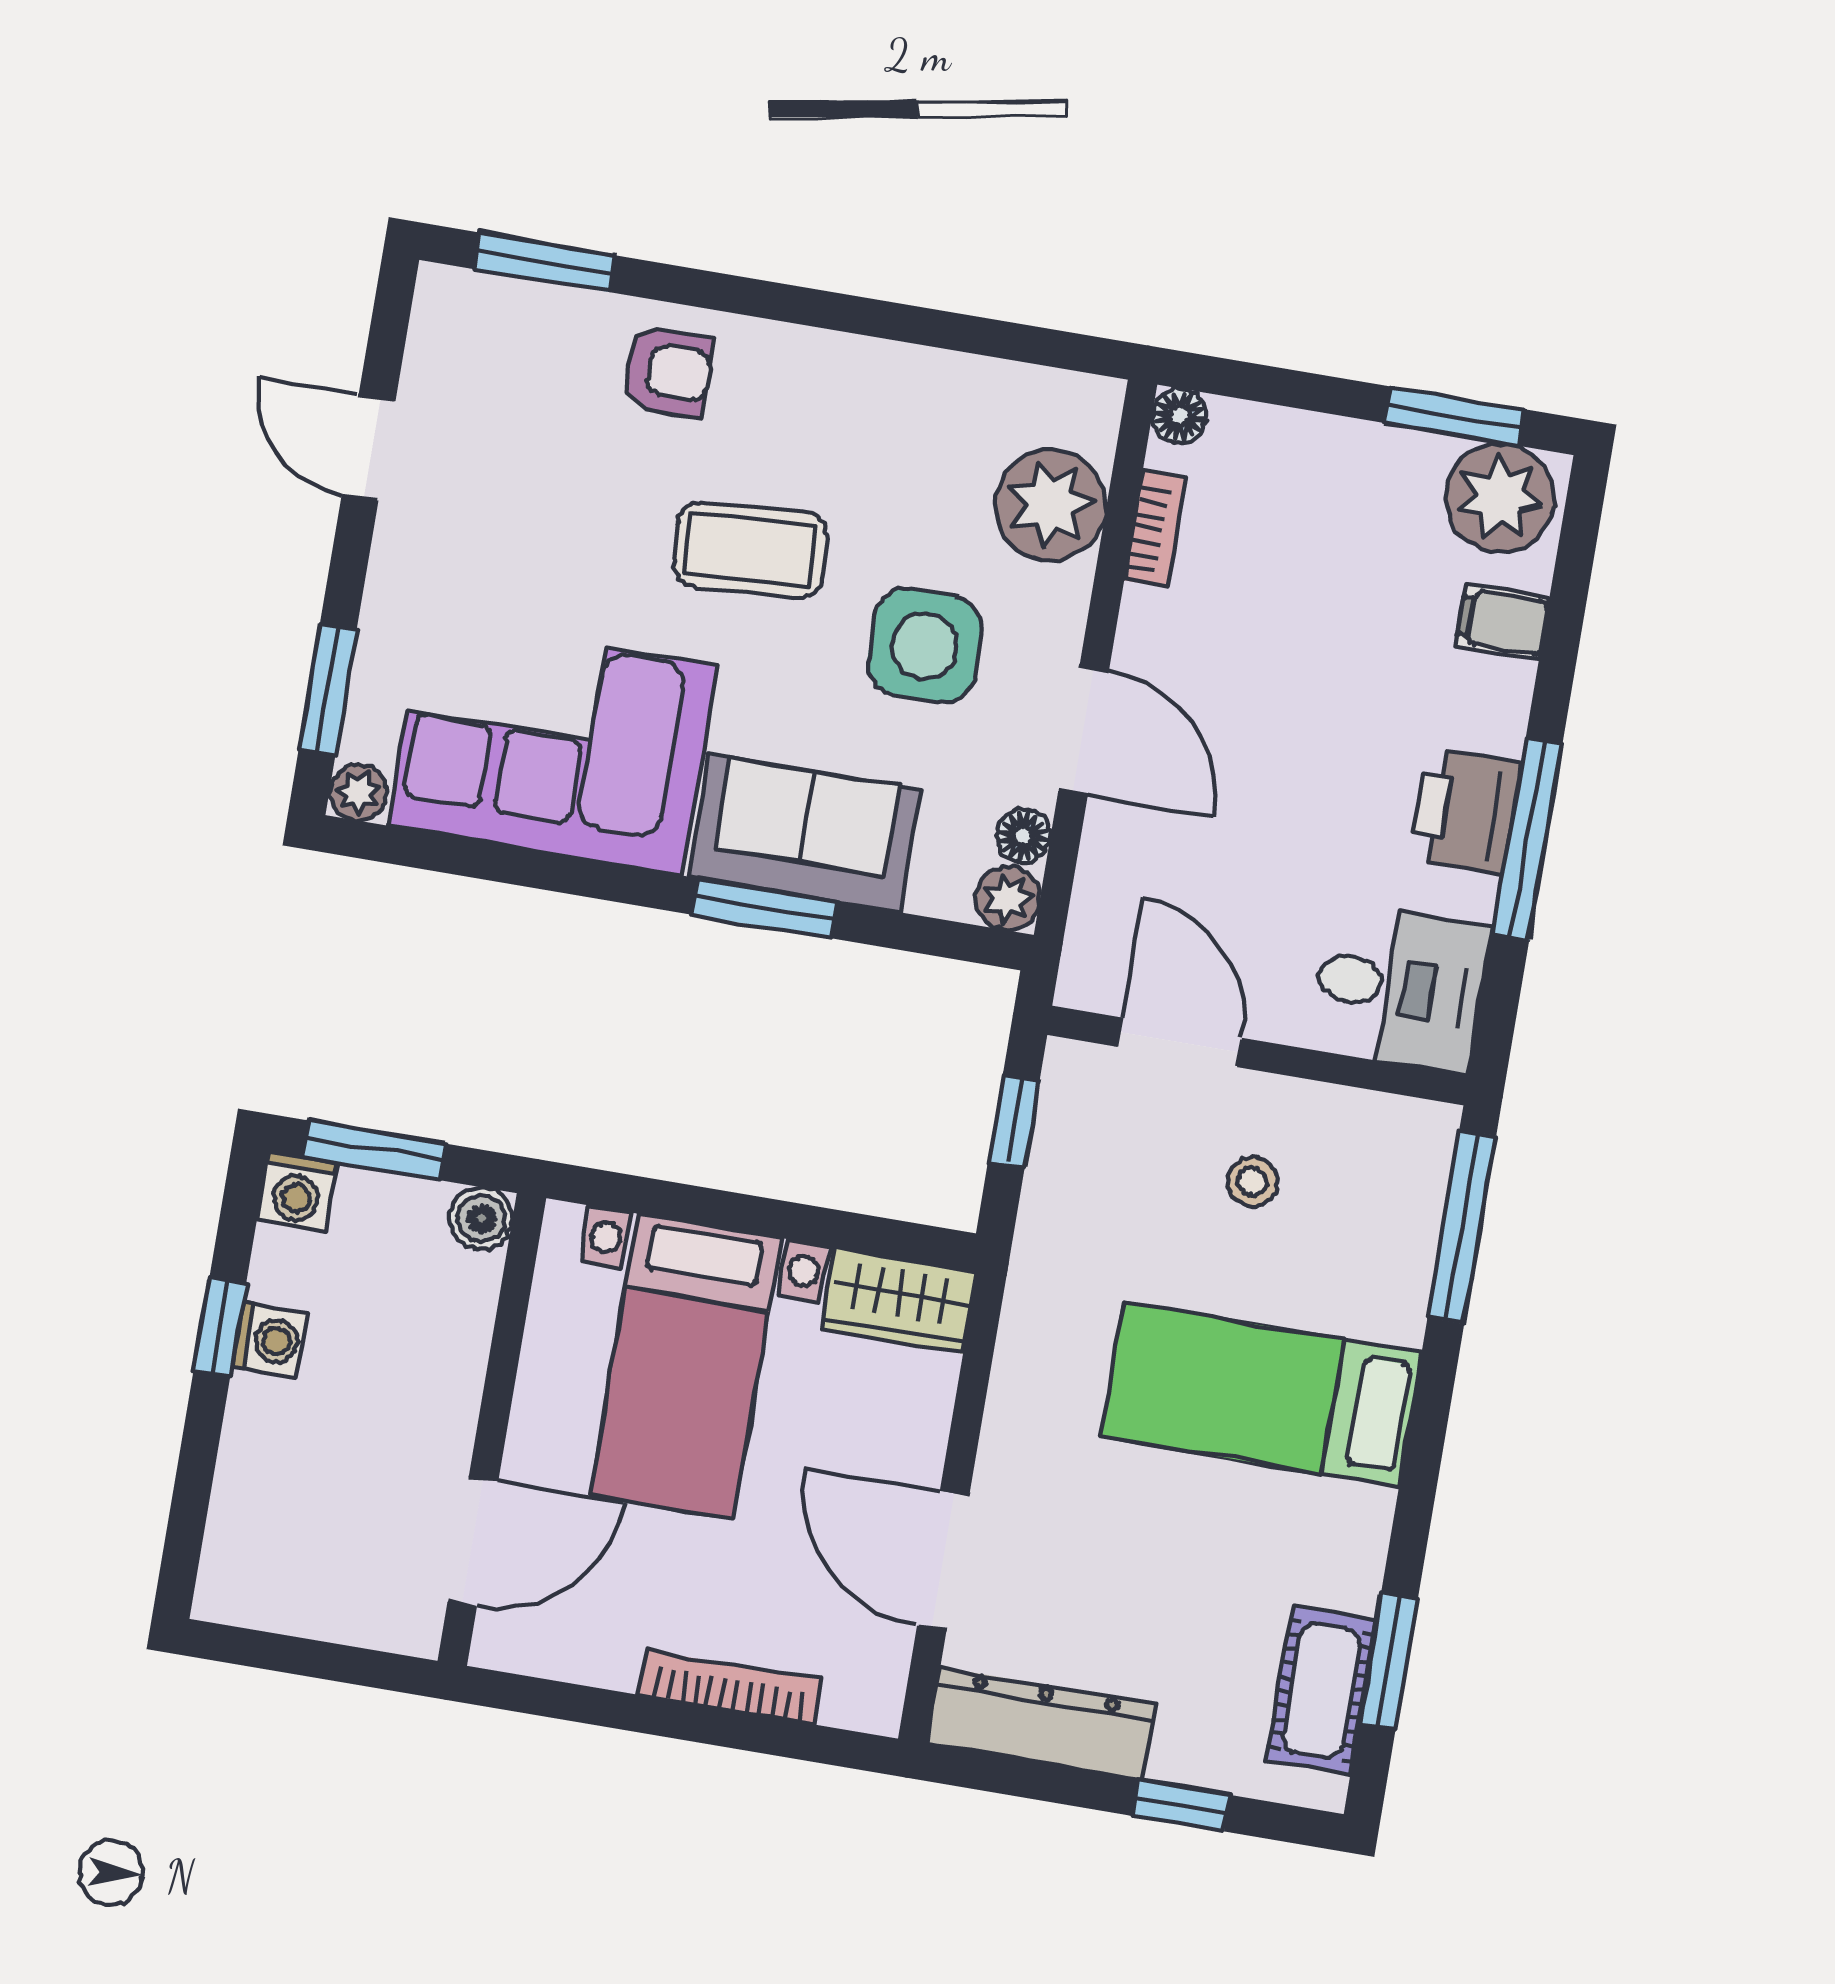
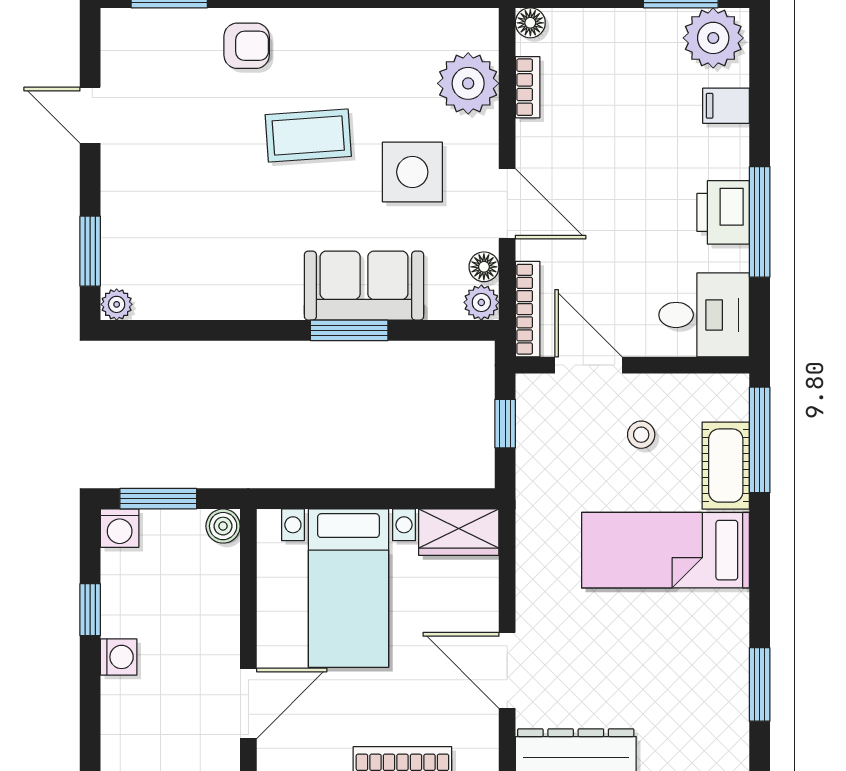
corner sofa: (553, 745) -> (218, 261), removed
bookcase: (1088, 924) -> (528, 309), added
washing machine: (270, 1340) -> (119, 657), moved
cot: (1321, 1690) -> (726, 466), moved

